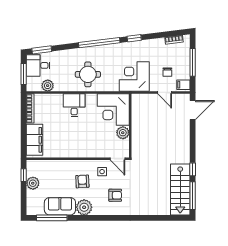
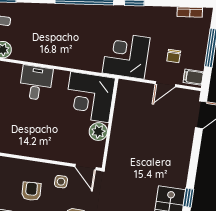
round table: (88, 74) -> (62, 42), removed
door: (165, 93) -> (165, 84), hinge flipped

